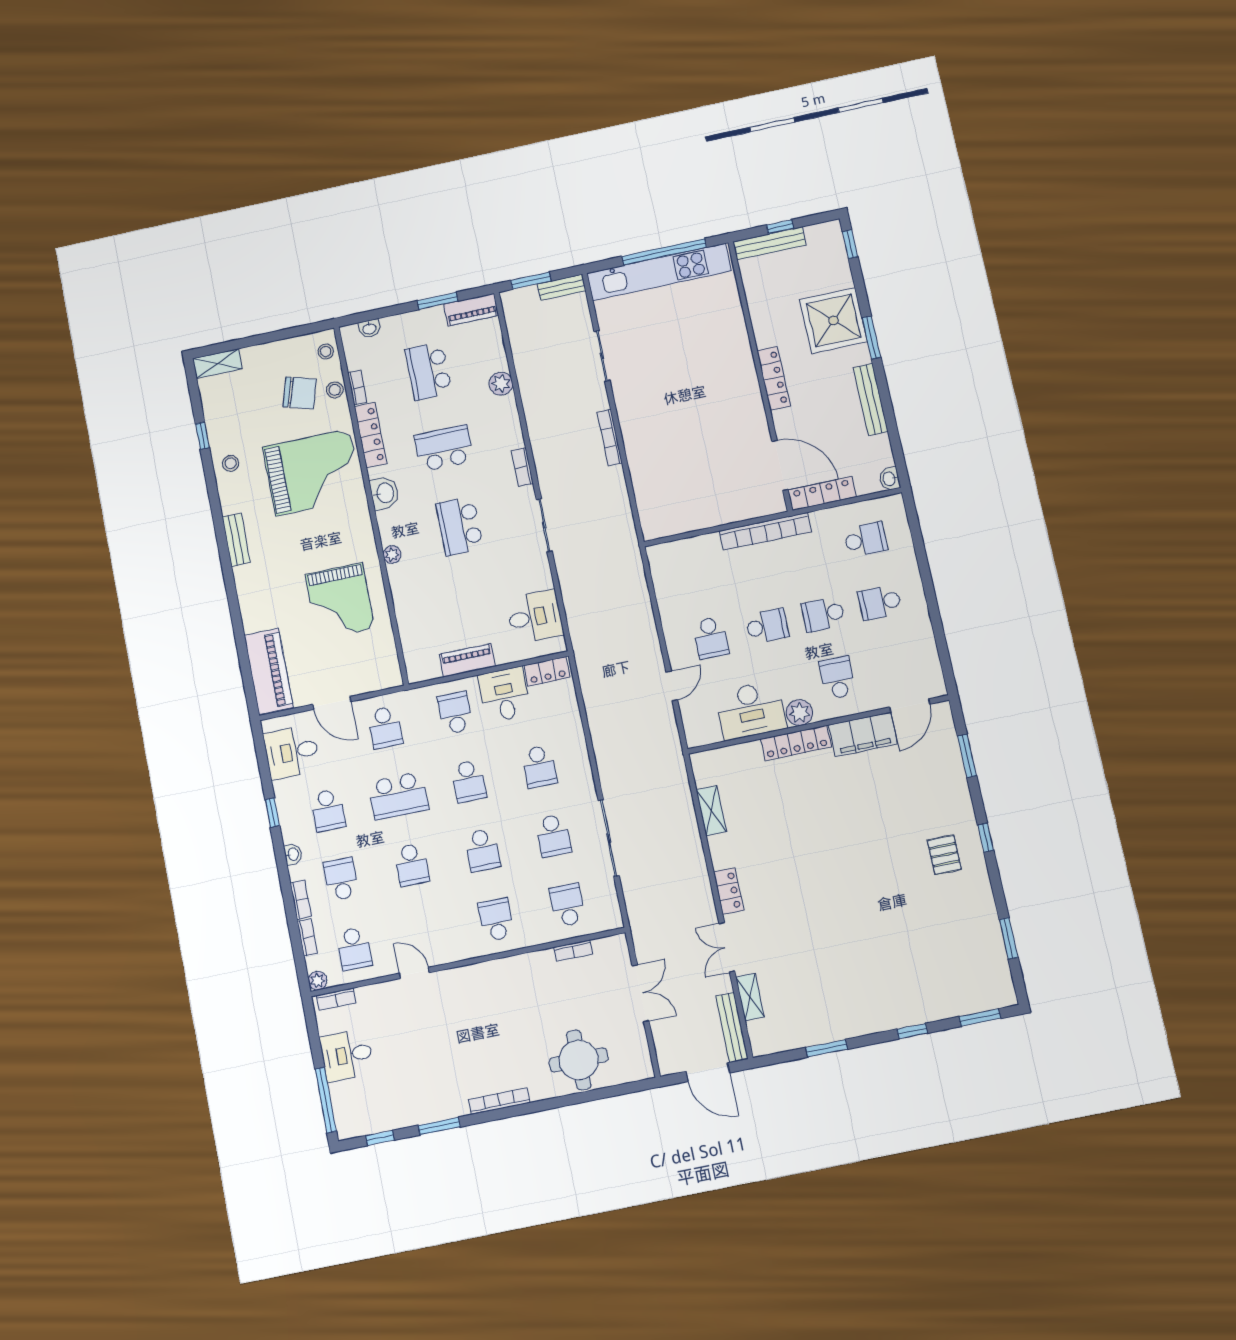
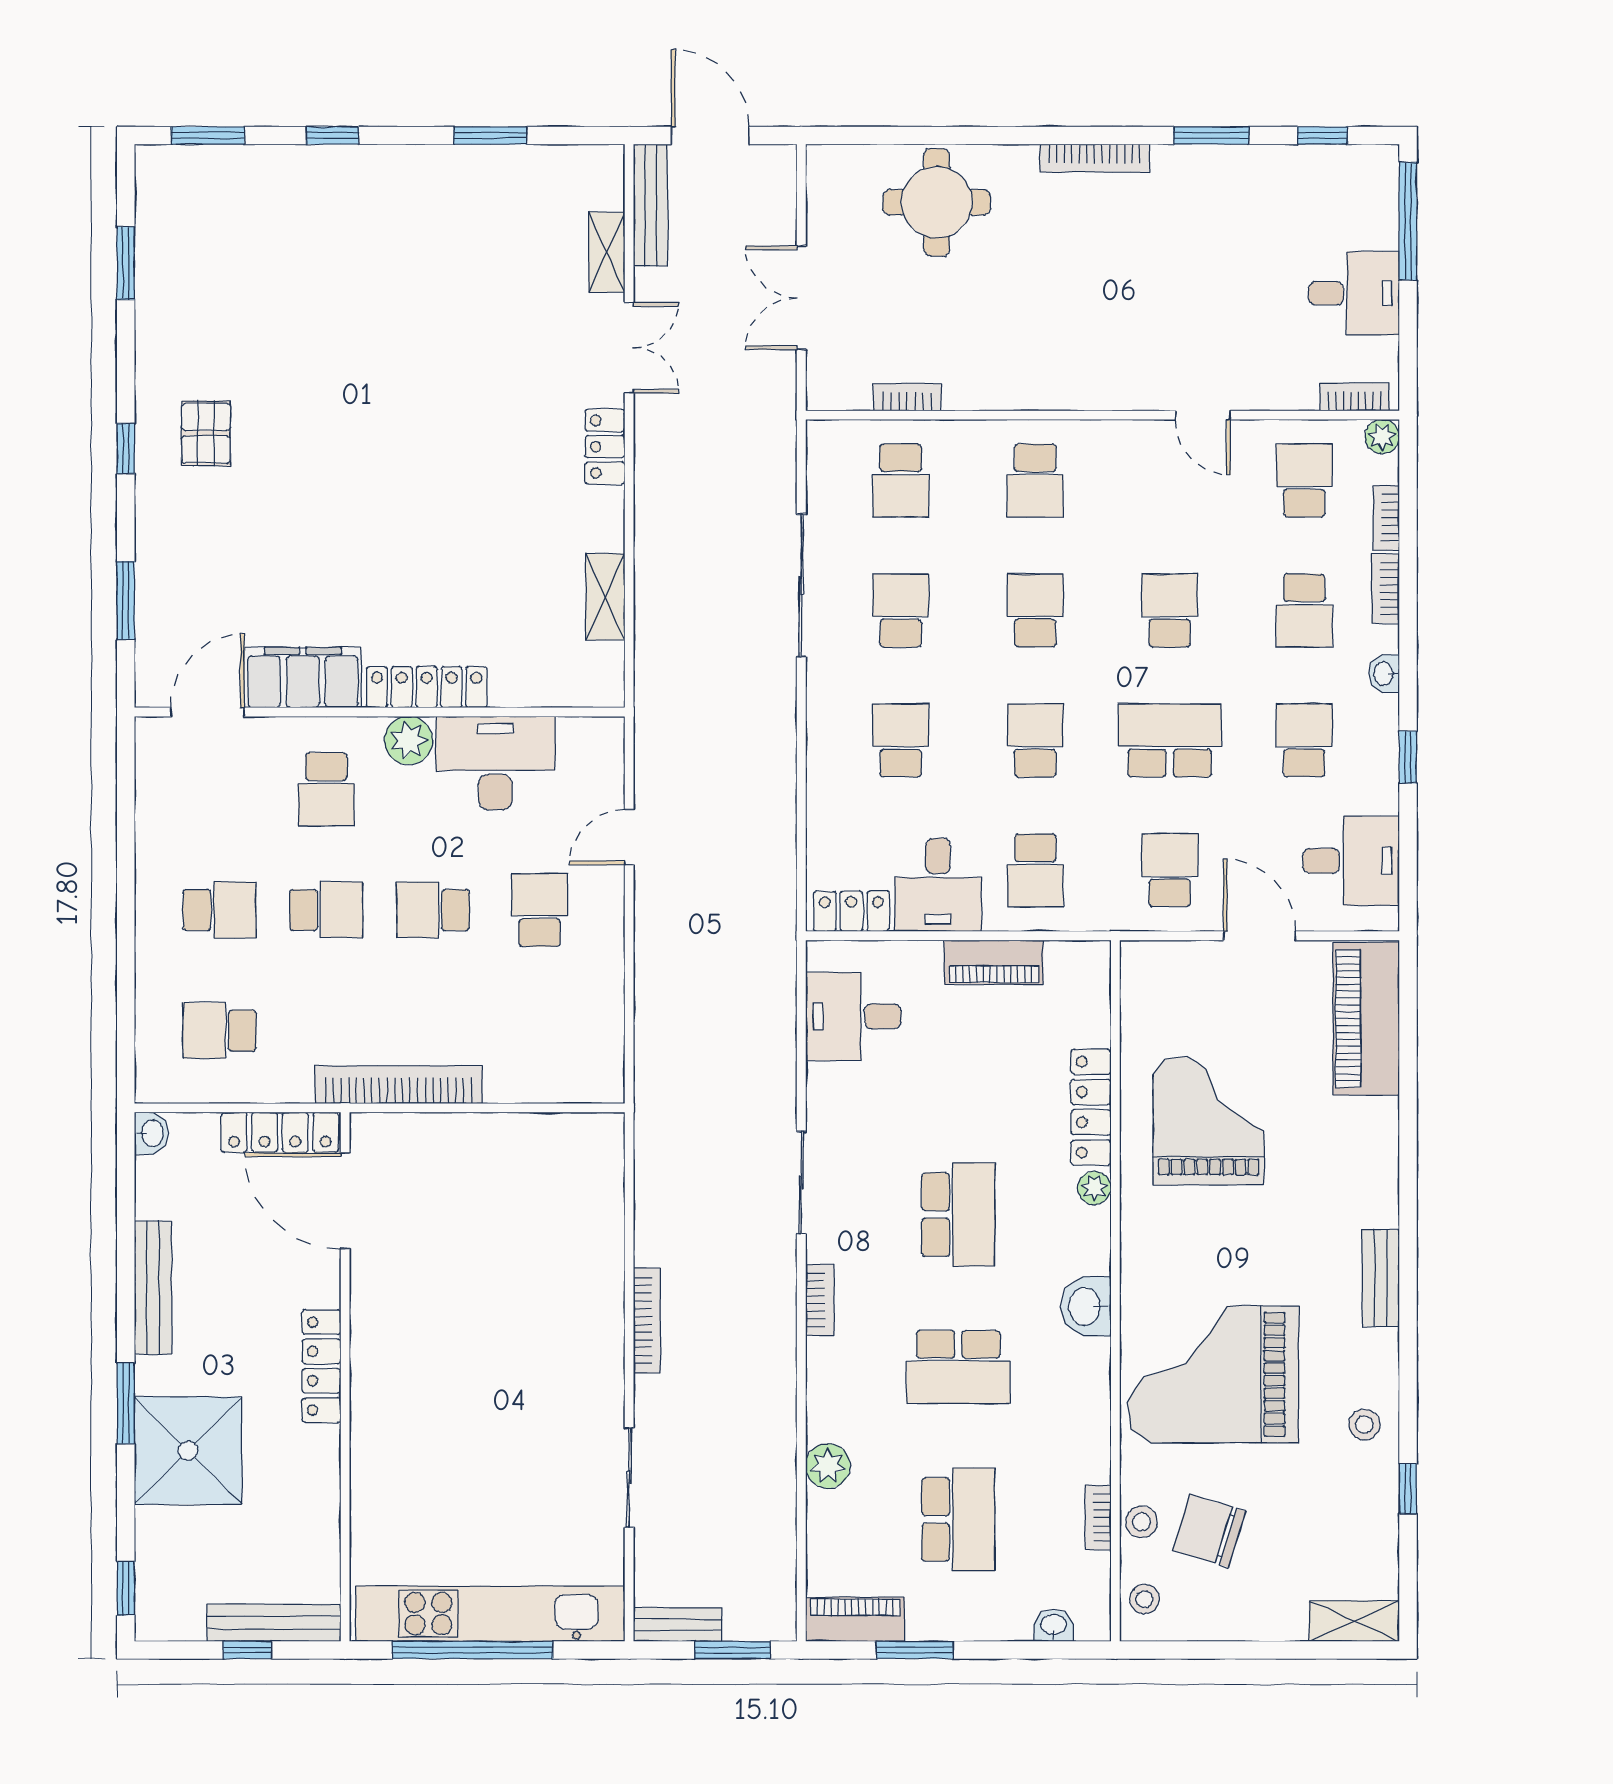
locker: (370, 435) -> (1091, 1107), moved

